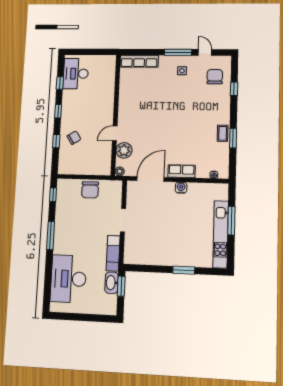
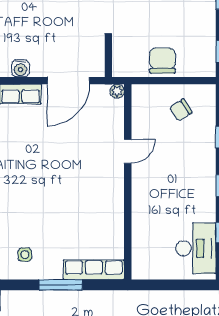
window: (178, 52) -> (61, 285), moved
chair: (74, 138) -> (181, 110), moved
plant: (124, 150) -> (112, 125), removed

